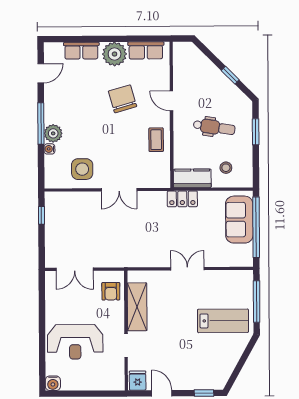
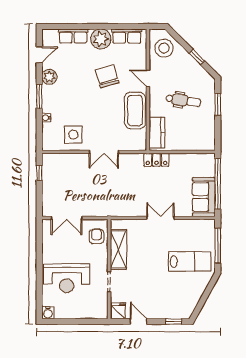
window: (41, 123) -> (39, 96), width x0.69
plant: (53, 133) -> (49, 77), moved
coffee table: (156, 140) -> (135, 110), width x1.86, depth x1.72
stool: (226, 168) -> (164, 48), moved, width x1.89, depth x1.89
kitchen counter: (192, 178) -> (157, 133), moved, turned 90
sofa: (239, 220) -> (204, 197), moved
armchair: (111, 291) -> (97, 236), turned 180

